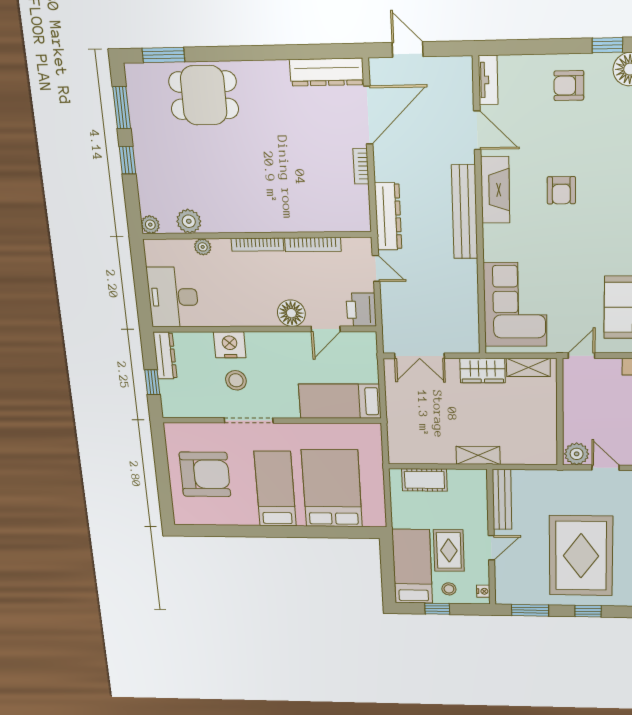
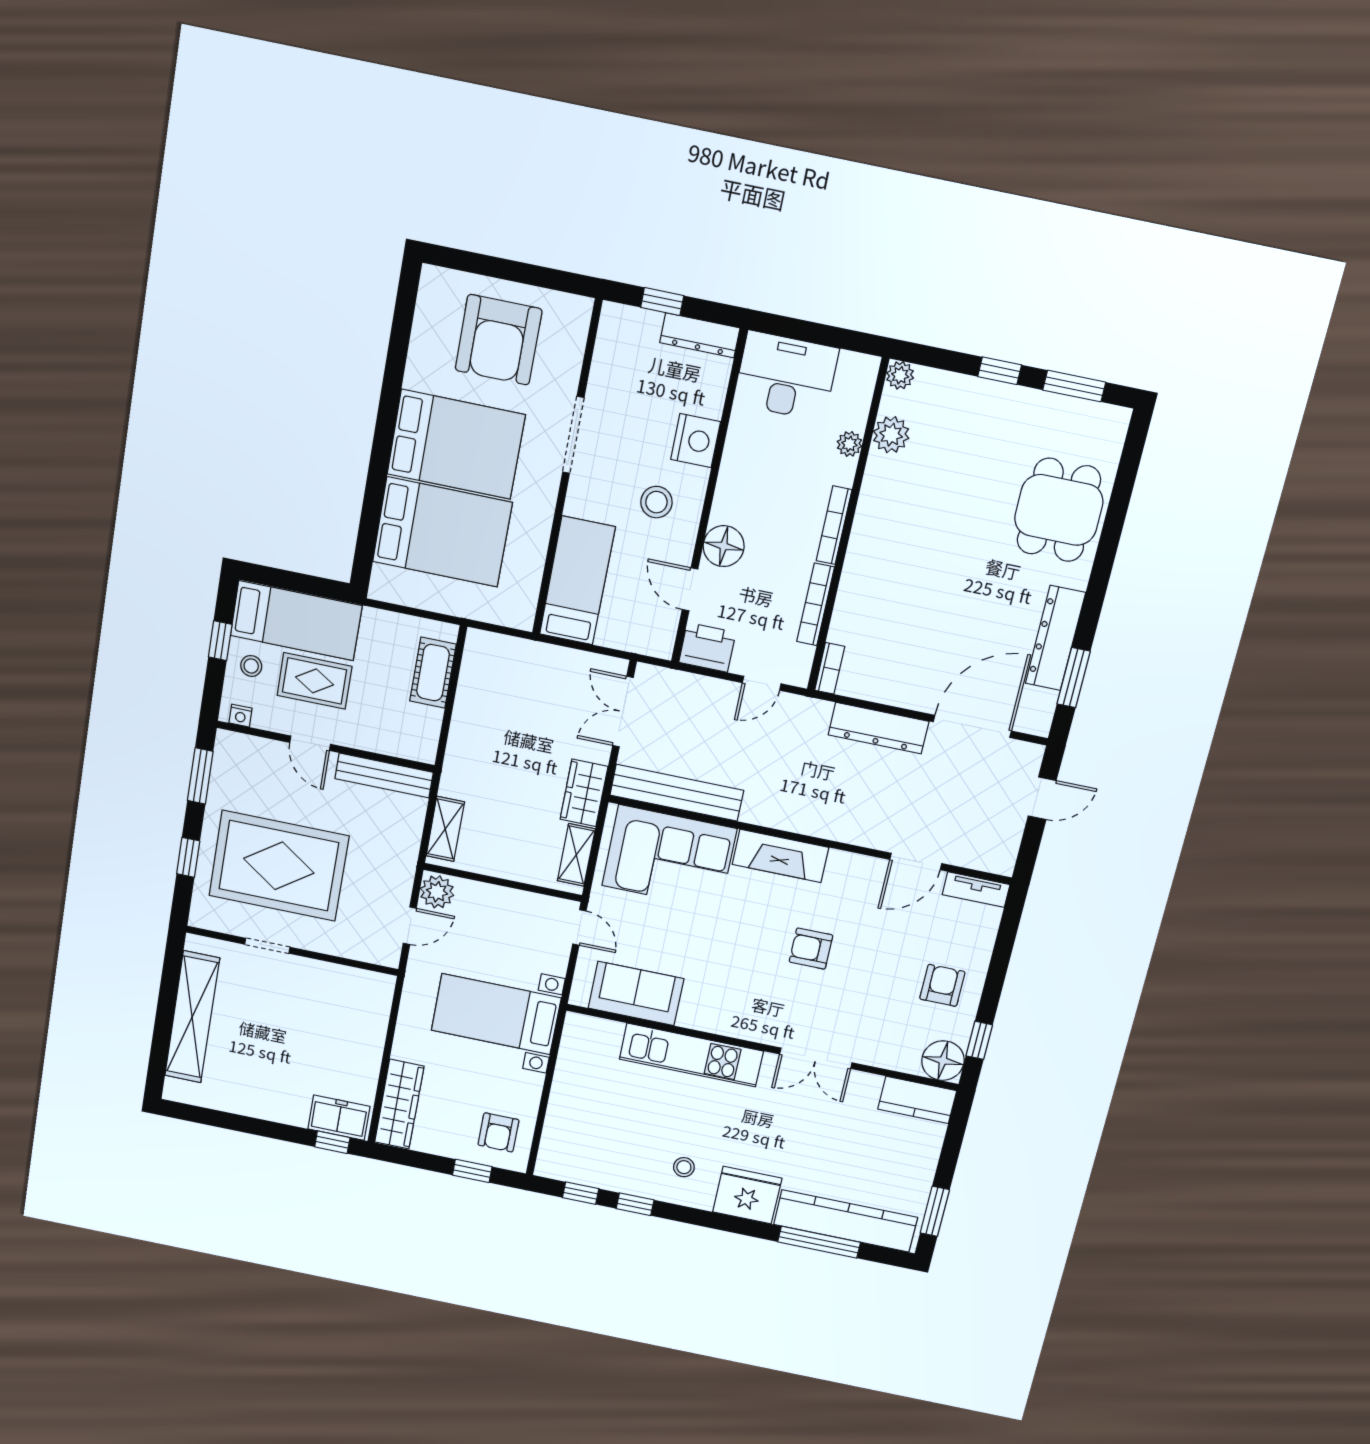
window: (163, 55) -> (1074, 678), moved
dresser: (327, 72) -> (1055, 638), moved
door: (368, 115) -> (972, 726), swing flipped
bookcase: (361, 166) -> (830, 668), moved, turned 90
fireplace: (495, 190) -> (780, 856), moved
bench: (465, 212) -> (677, 793), moved
dresser: (388, 217) -> (878, 728), moved
stool: (236, 380) -> (656, 502), moved
shelving: (478, 455) -> (445, 829), moved
bed: (275, 489) -> (456, 444), width x1.50

